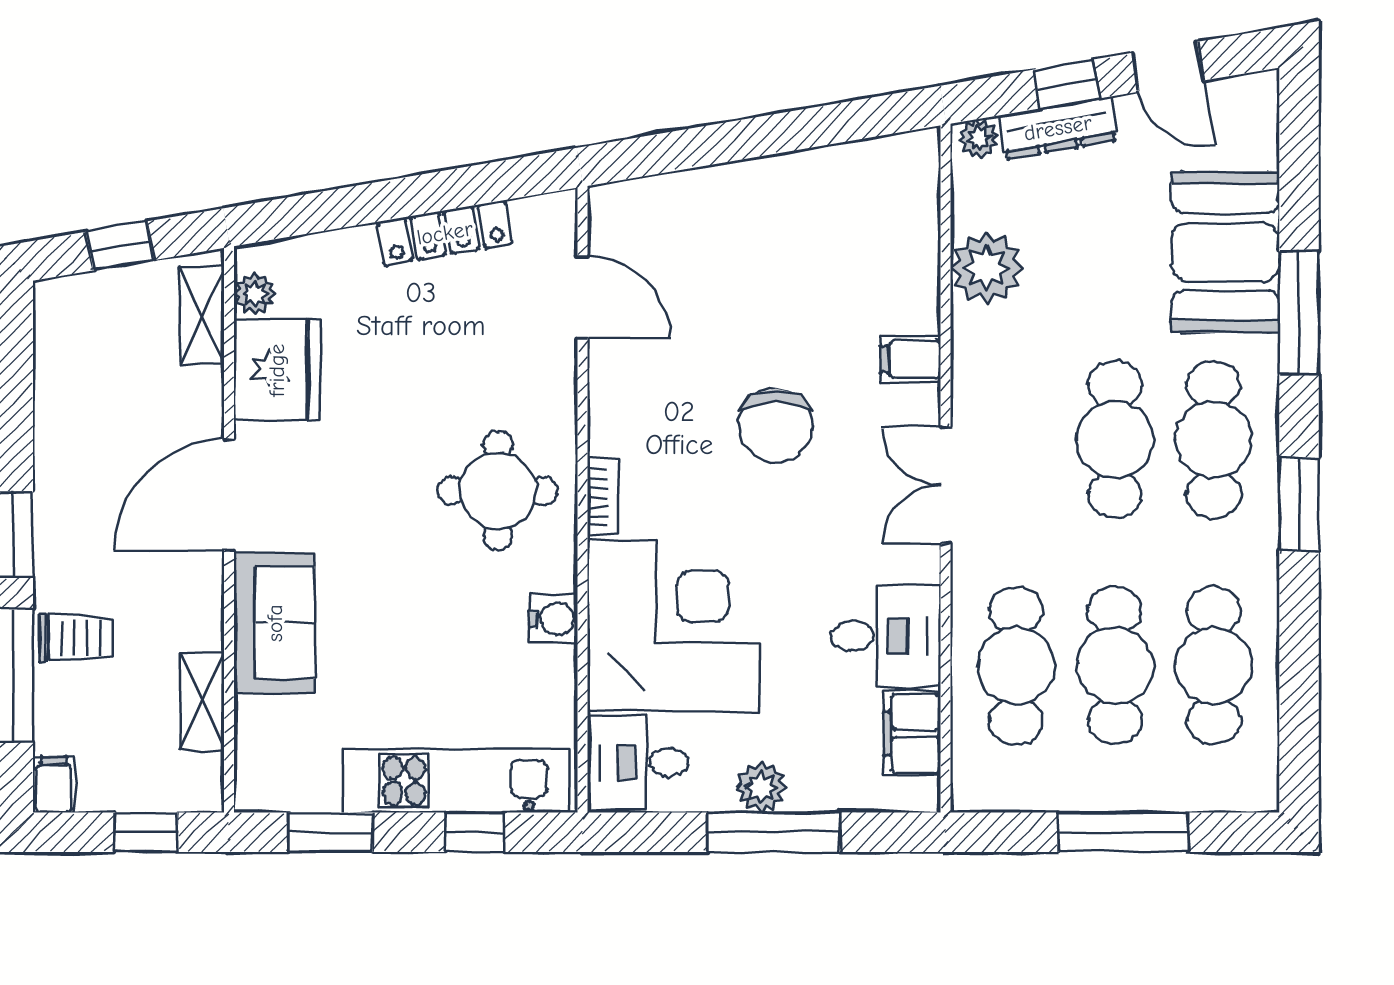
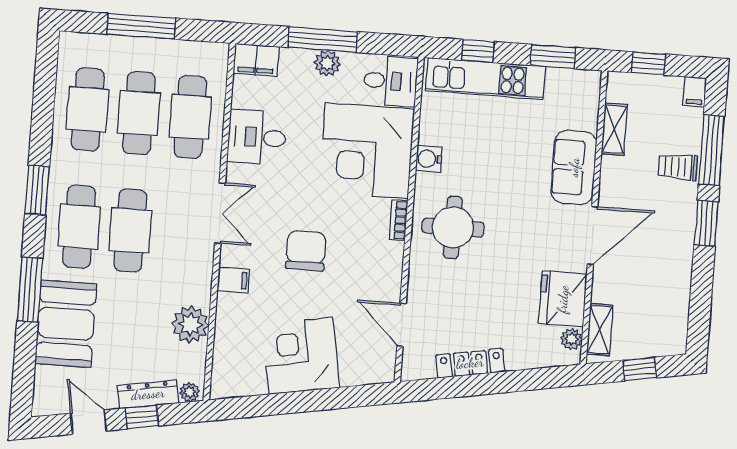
corner desk: (771, 224) -> (301, 356), added
filing cabinet: (912, 733) -> (256, 60), moved, turned 90

